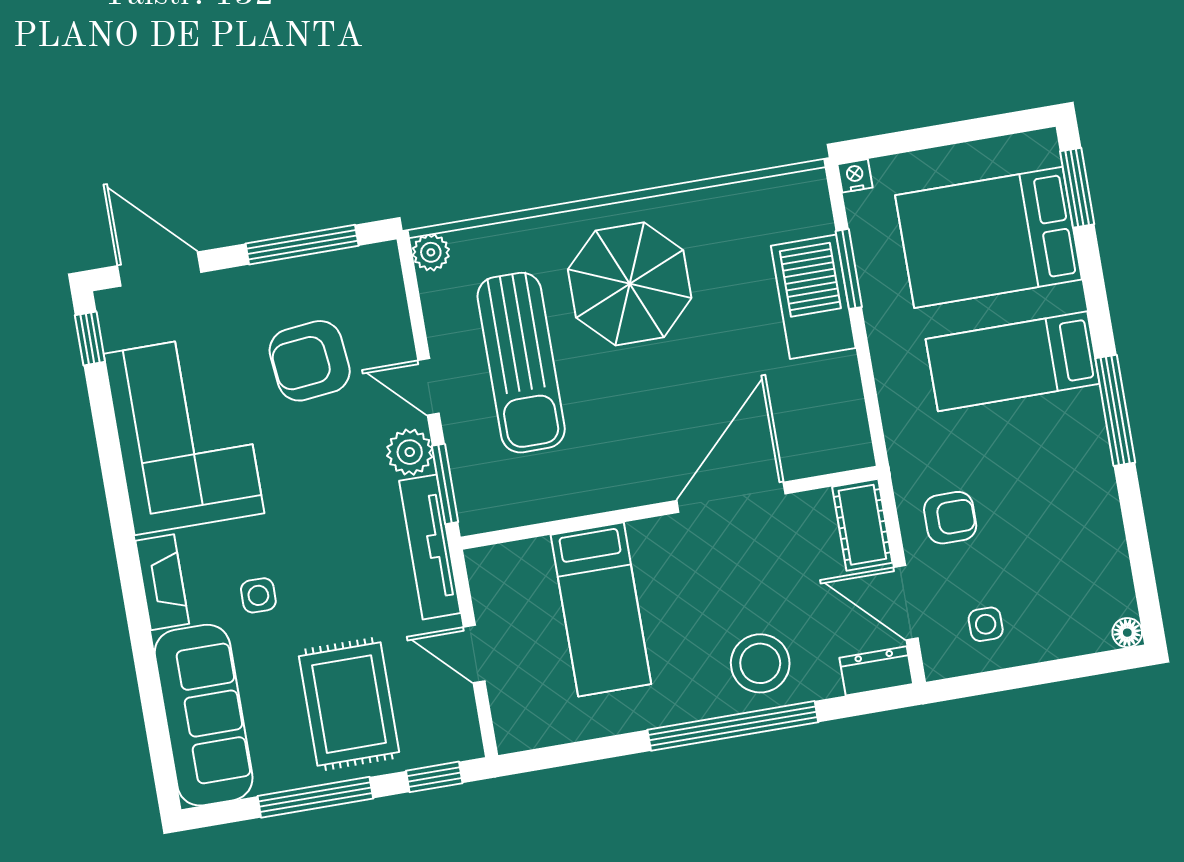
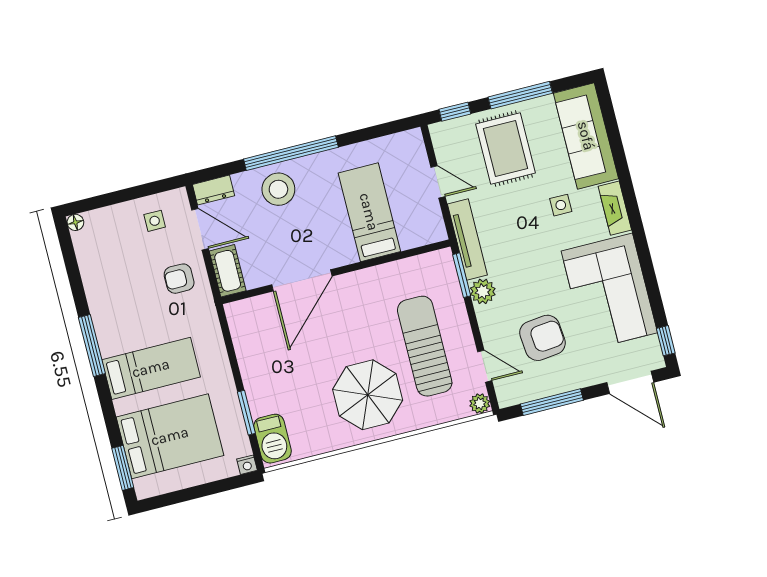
barbecue: (813, 297) -> (273, 439), moved, width x0.73, depth x0.83
door: (429, 387) -> (485, 366), moved

